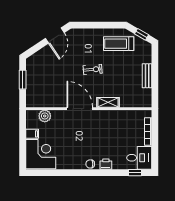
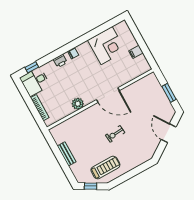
door: (55, 36) -> (169, 133), moved
shelving: (108, 102) -> (87, 114), removed
plant: (45, 116) -> (78, 104), moved
corner desk: (41, 154) -> (107, 46), moved, turned -90

